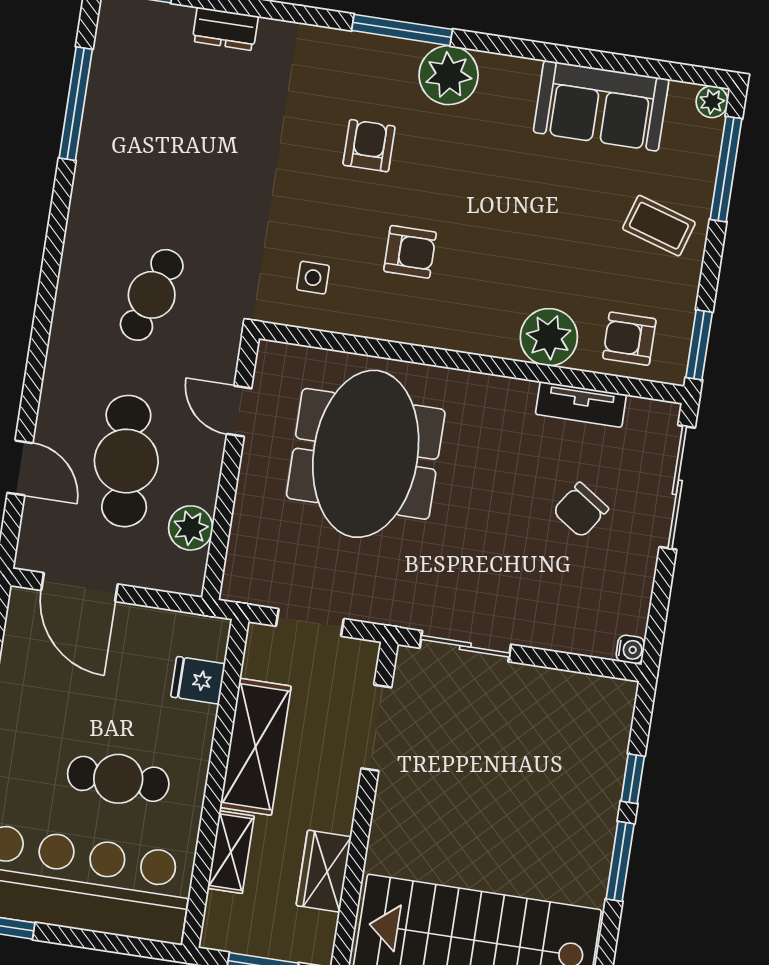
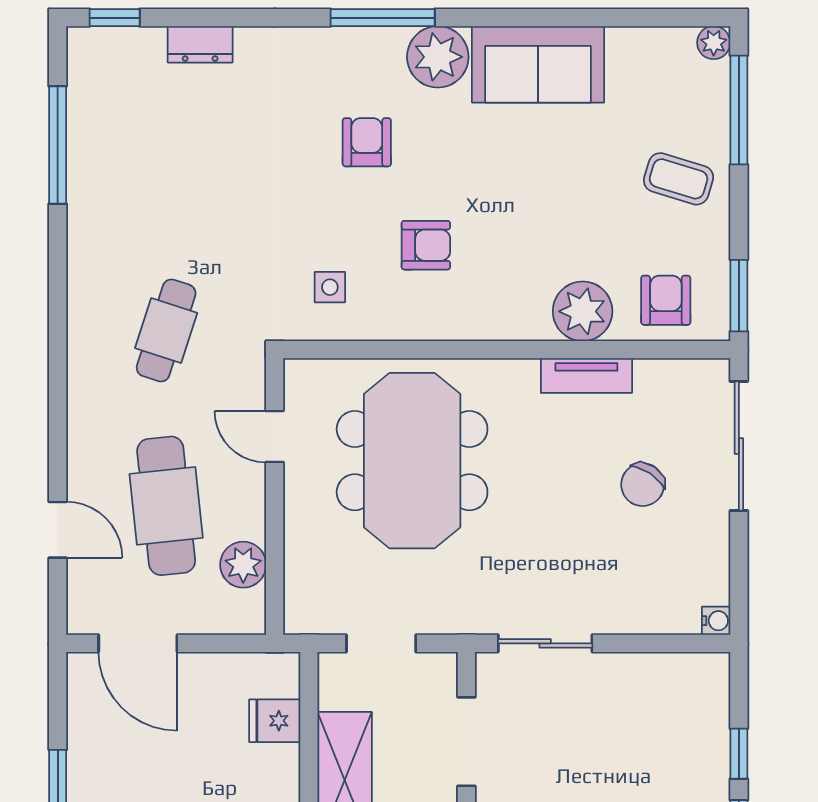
sofa: (601, 106) -> (538, 64), moved
armchair: (629, 339) -> (666, 300), turned 90
tv unit: (581, 404) -> (586, 376), moved

